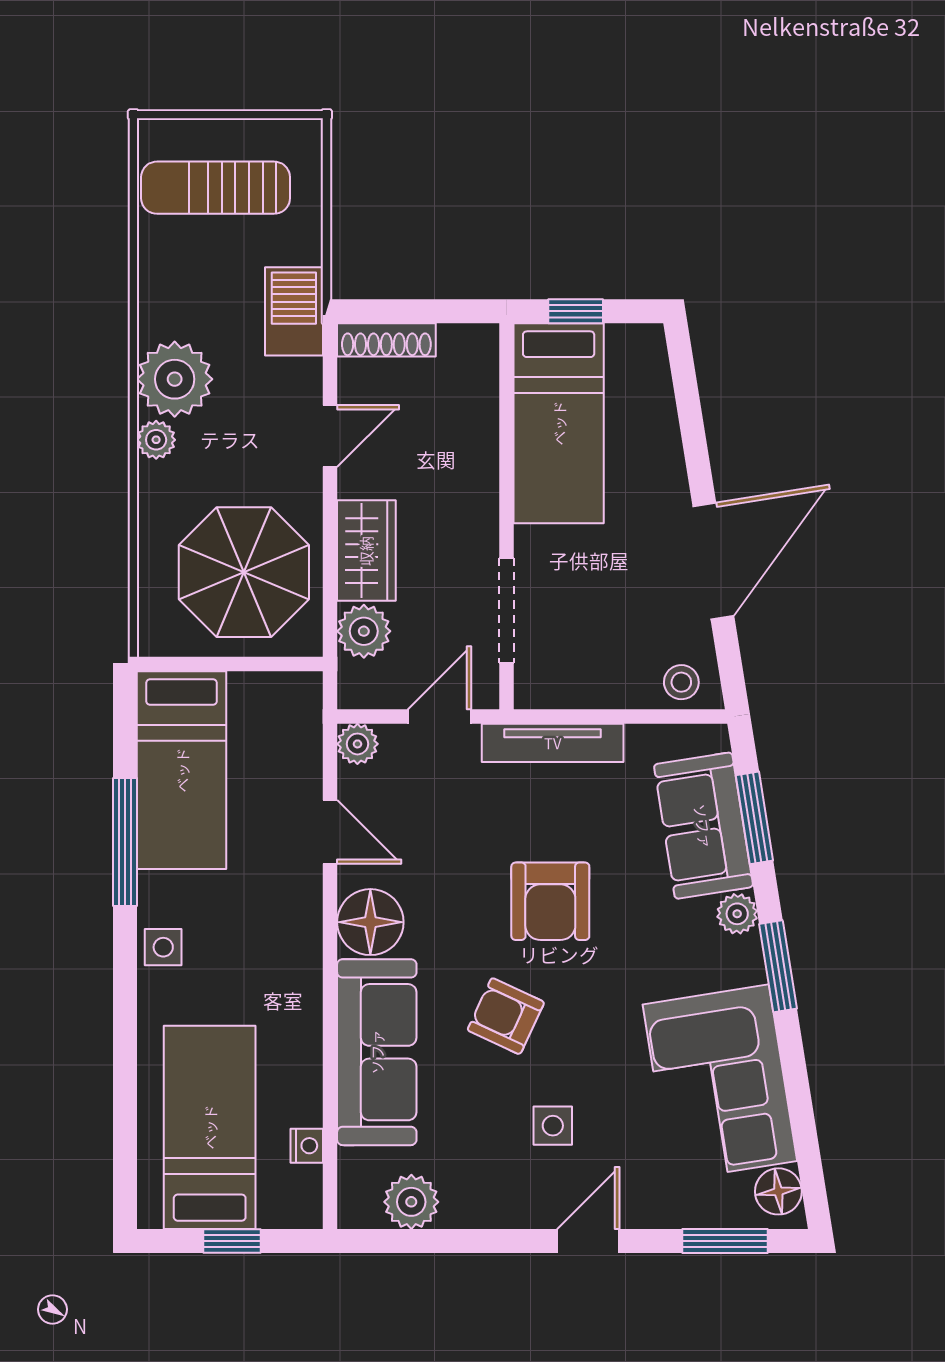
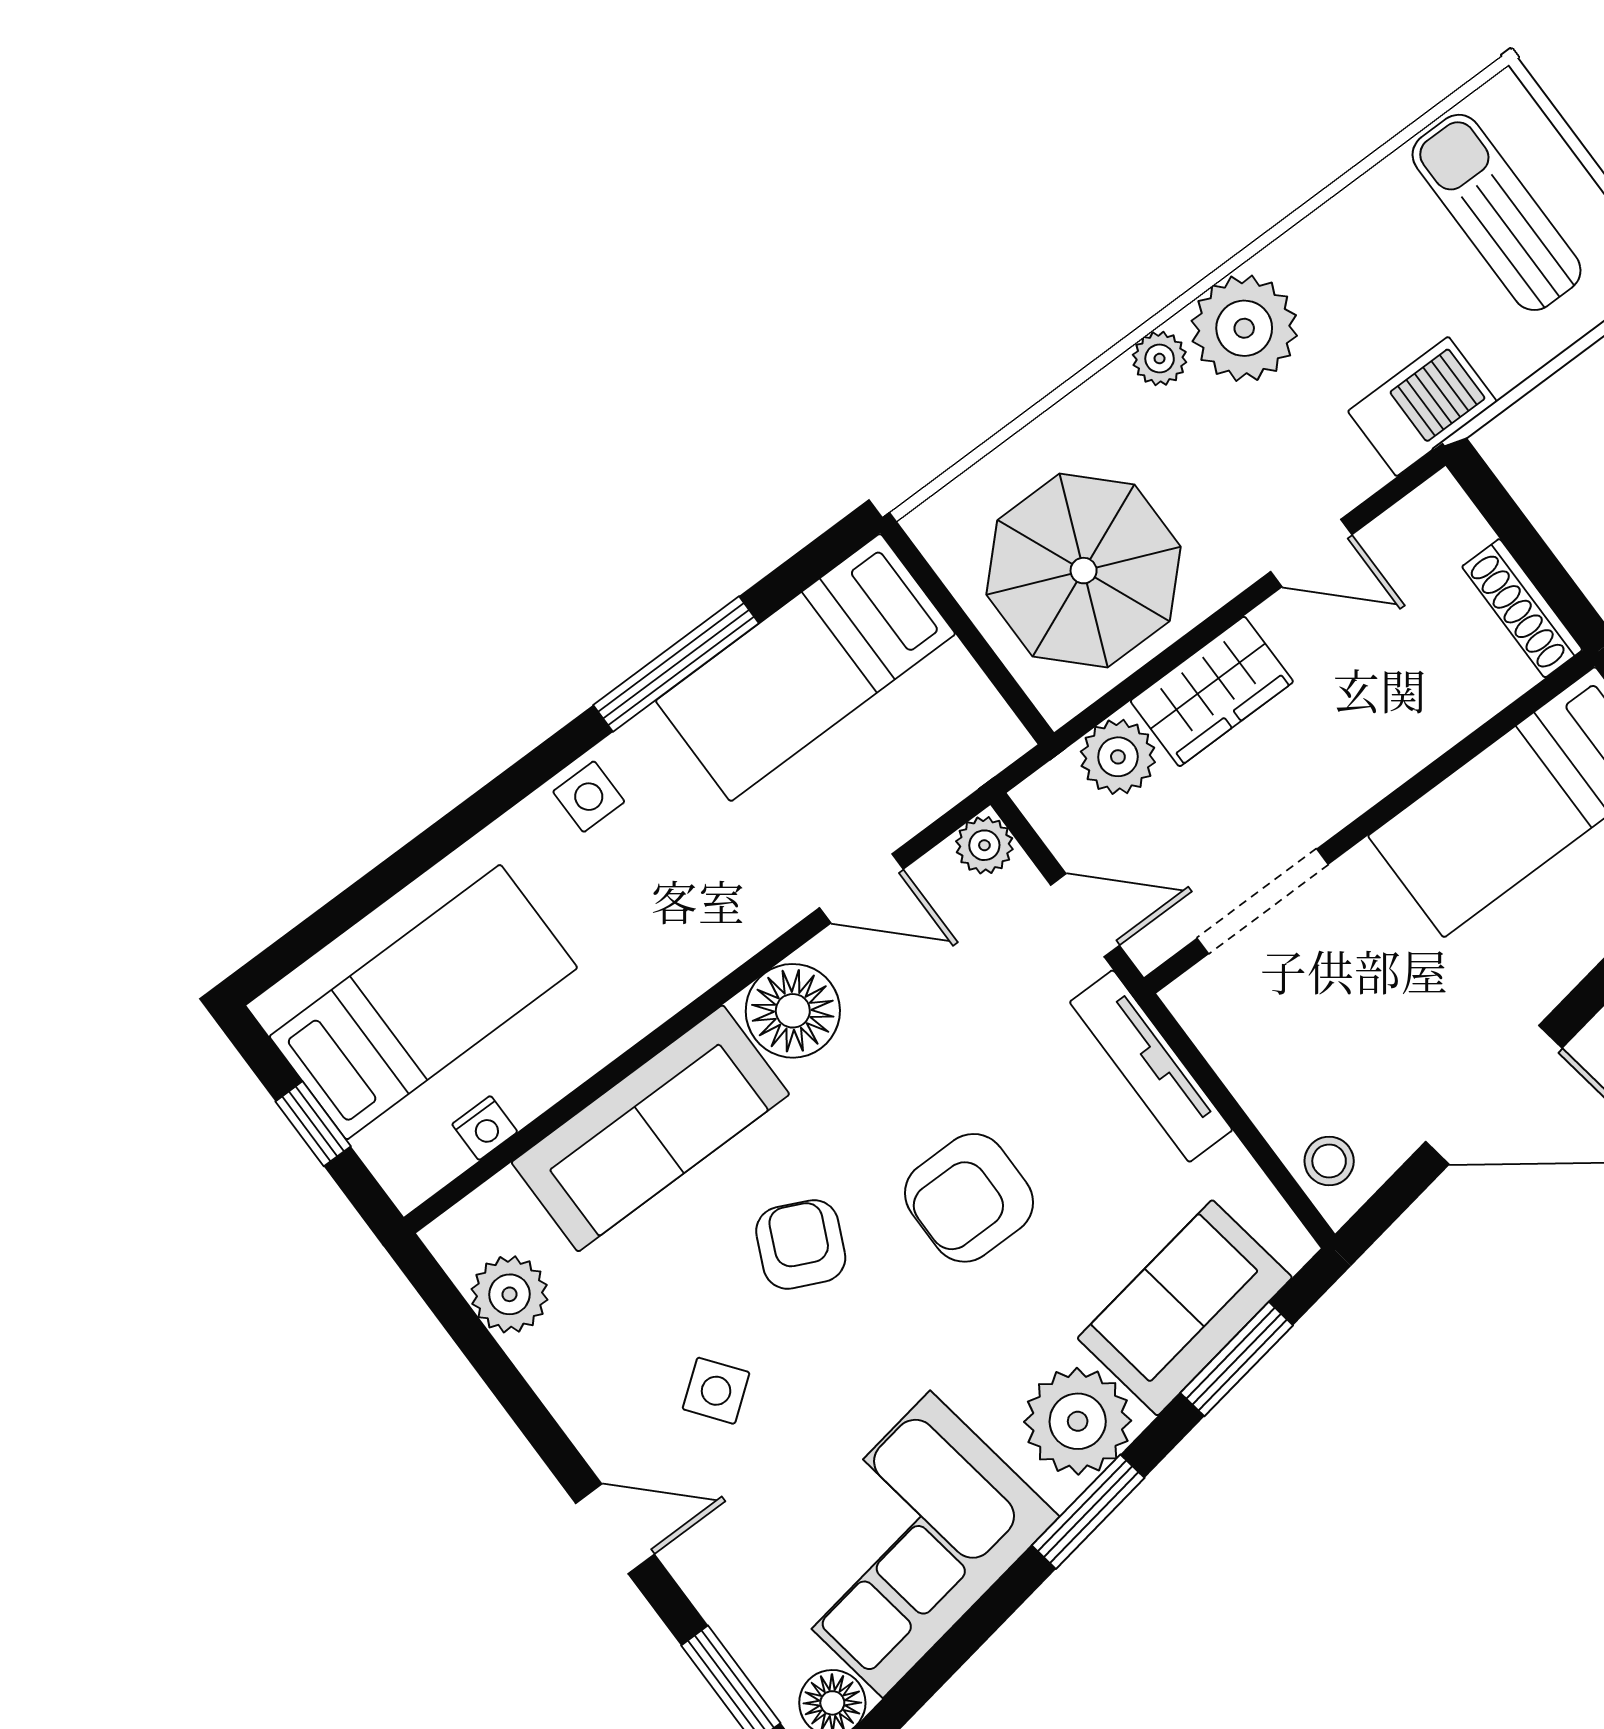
shoe rack: (386, 340) -> (1522, 608), moved
door: (330, 832) -> (861, 889), hinge flipped
plant: (737, 914) -> (1078, 1421), width x1.88, depth x1.88
side table: (553, 1126) -> (716, 1391), turned -37

